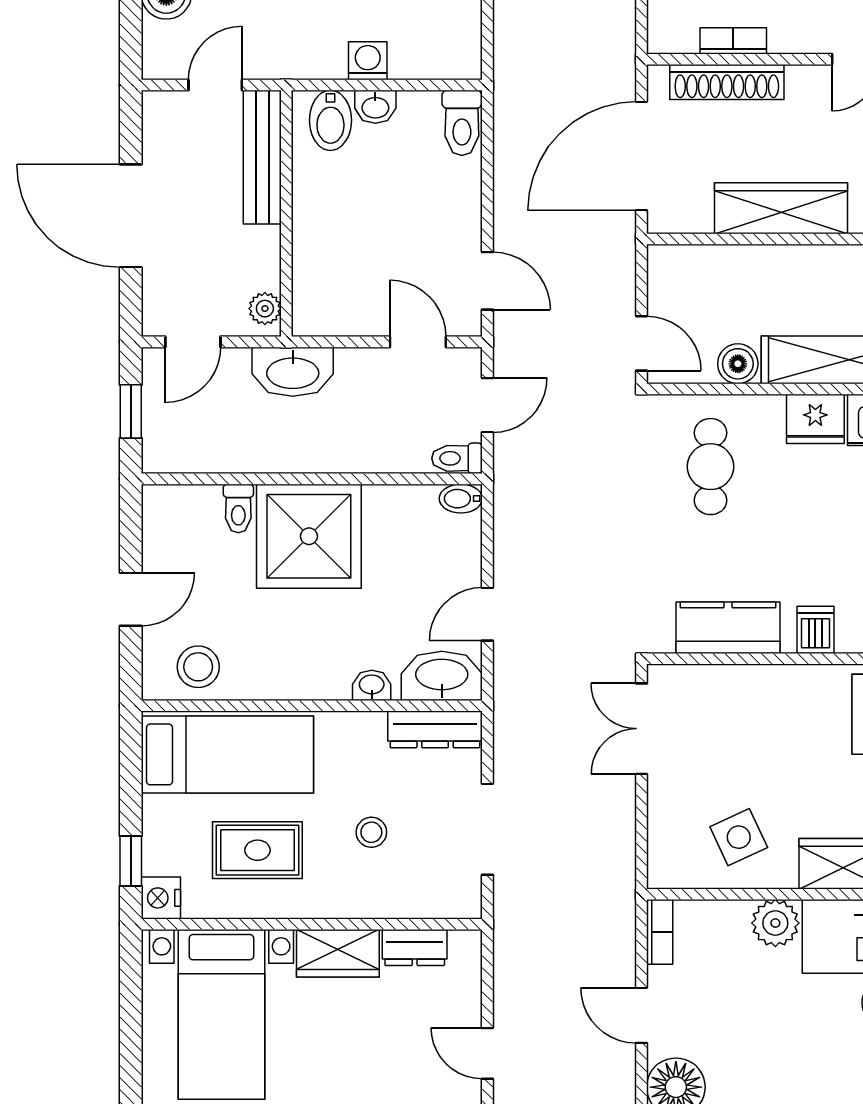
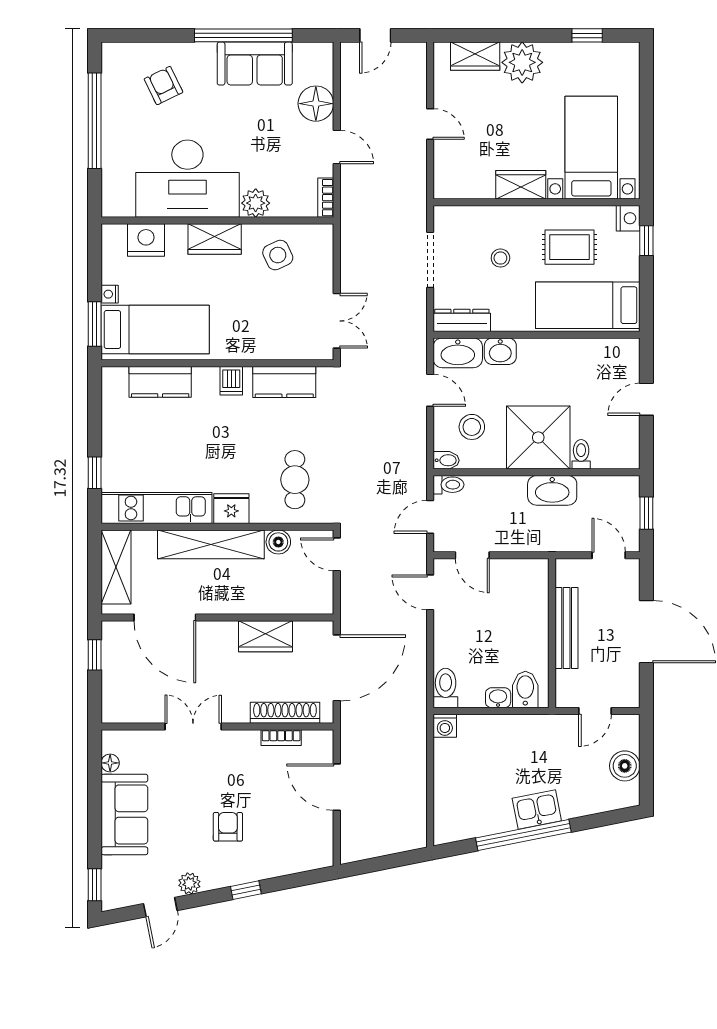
washing machine: (368, 61) -> (445, 726), moved
bench: (262, 157) -> (567, 628), moved
wardrobe: (781, 208) -> (266, 636), width x0.67
plant: (265, 309) -> (565, 575), removed
door: (193, 342) -> (609, 555), hinge flipped
washbasin: (293, 372) -> (552, 490), moved, turned 180
door: (487, 614) -> (430, 390), hinge flipped
stool: (198, 667) -> (472, 427), moved
washbasin: (372, 685) -> (500, 351), width x1.38, depth x1.45
dresser: (415, 947) -> (474, 188), removed

